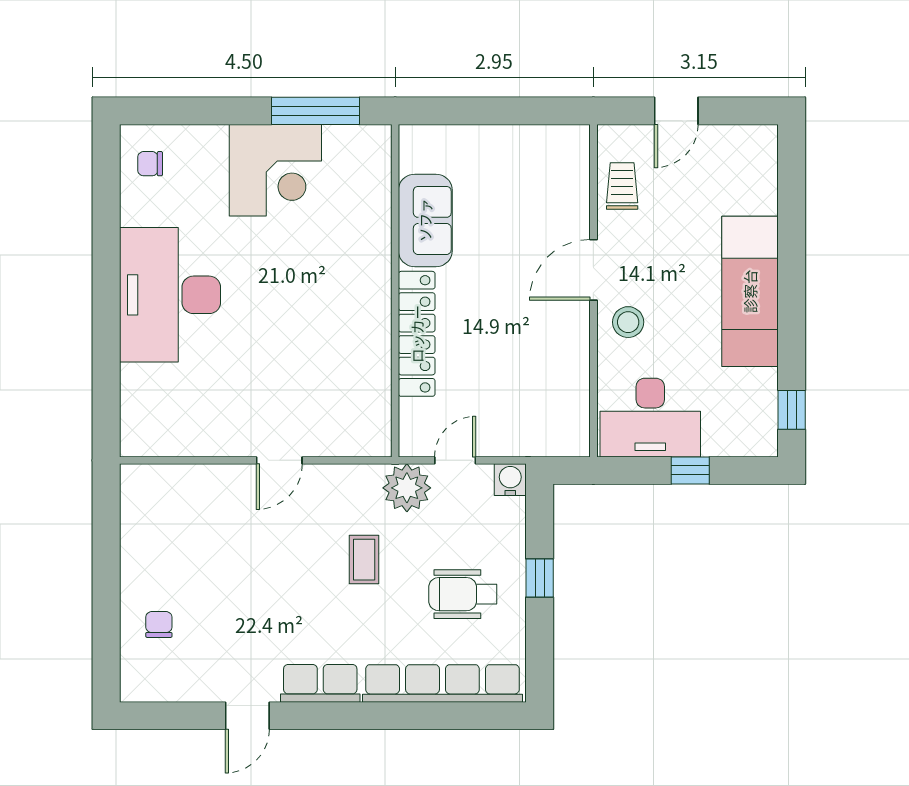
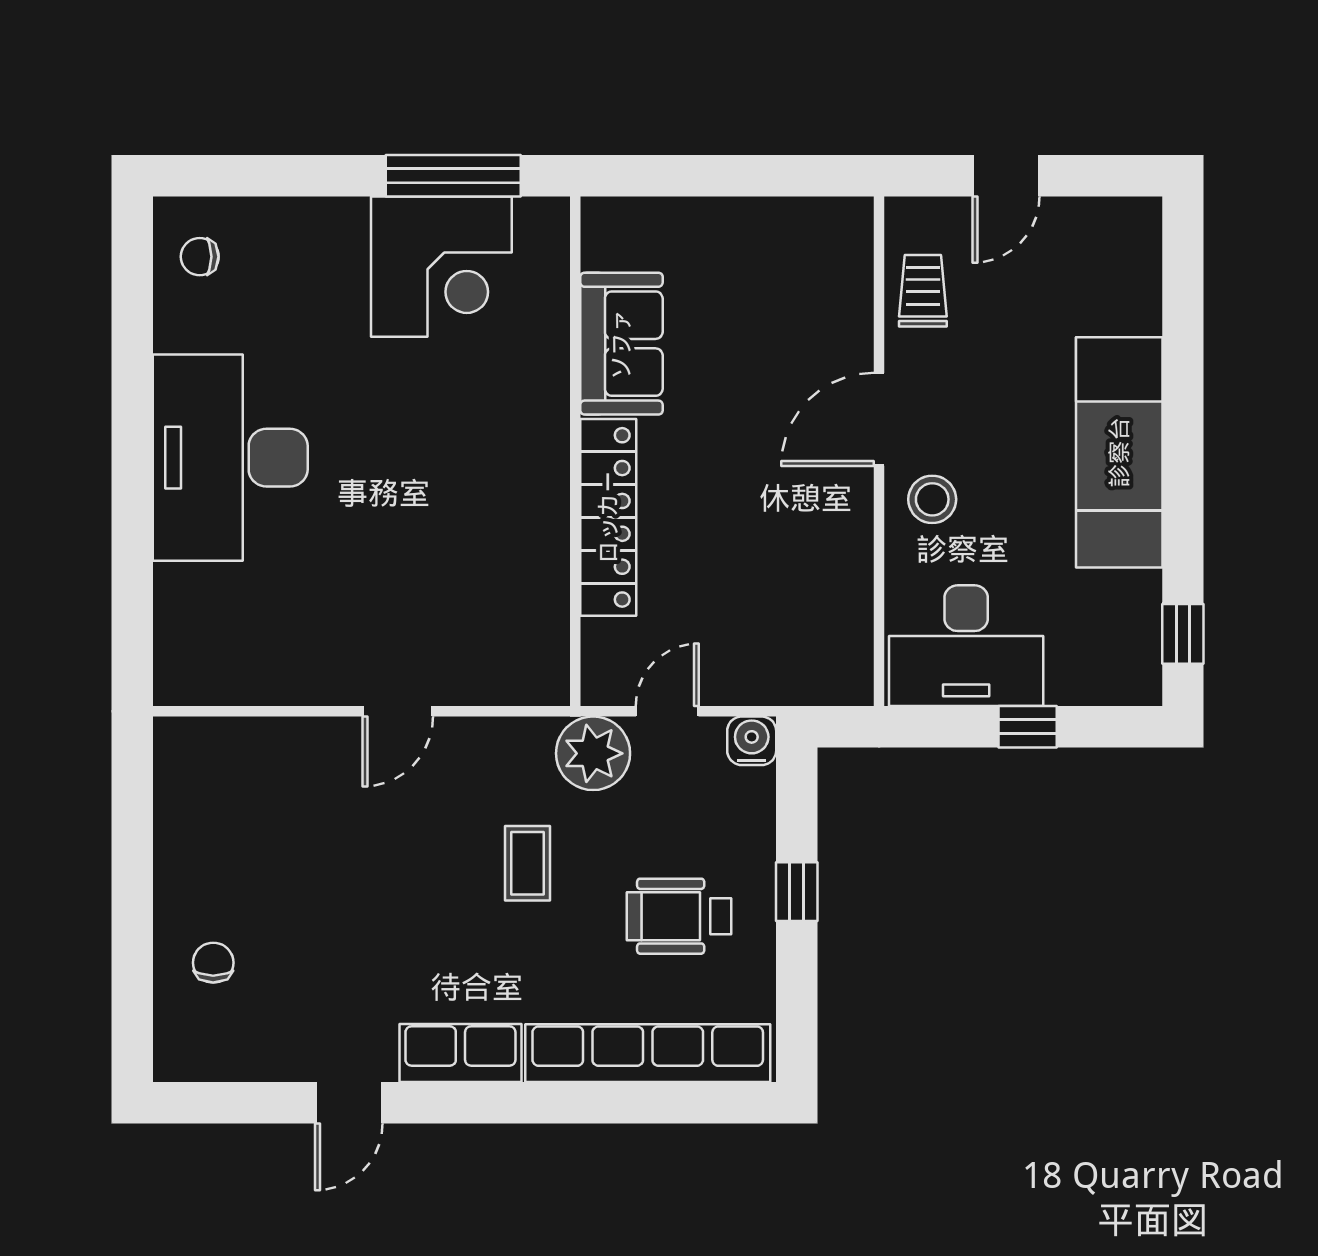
corner desk: (275, 170) -> (441, 267), moved

